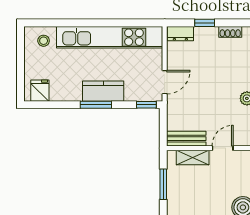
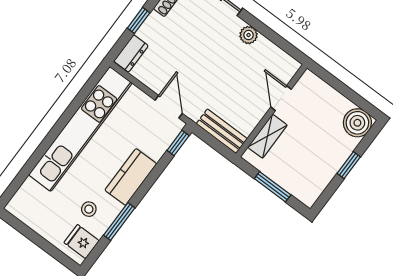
stool: (44, 41) -> (89, 209), moved
window: (96, 105) -> (119, 222), moved
bench: (186, 139) -> (222, 131), moved, turned 90

